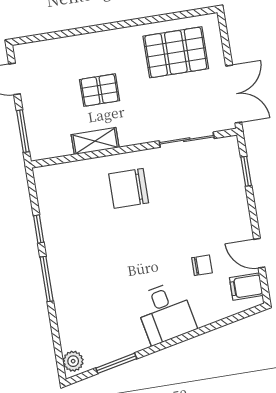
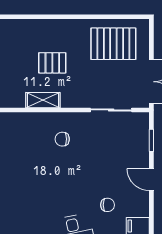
chair: (129, 188) -> (62, 139), width x0.54, depth x0.54
door: (259, 253) -> (151, 180), moved

